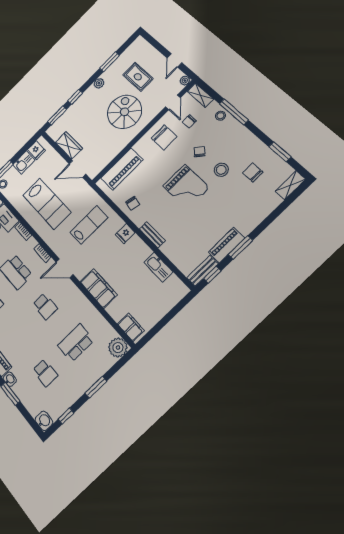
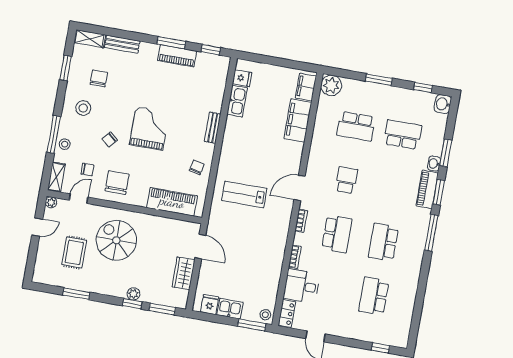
plant: (99, 83) -> (133, 294), moved
spiral stairs: (125, 112) -> (116, 240), turned 90
stool: (221, 170) -> (83, 108), moved
chair: (253, 173) -> (99, 78), turned 180
lab bench: (47, 204) -> (253, 252), removed
fridge: (125, 233) -> (242, 78), moved
door: (64, 268) -> (300, 188), swing flipped
bench: (202, 271) -> (122, 44), moved
filing cabinet: (99, 288) -> (298, 120), moved
school desk: (45, 373) -> (403, 135), width x1.85

